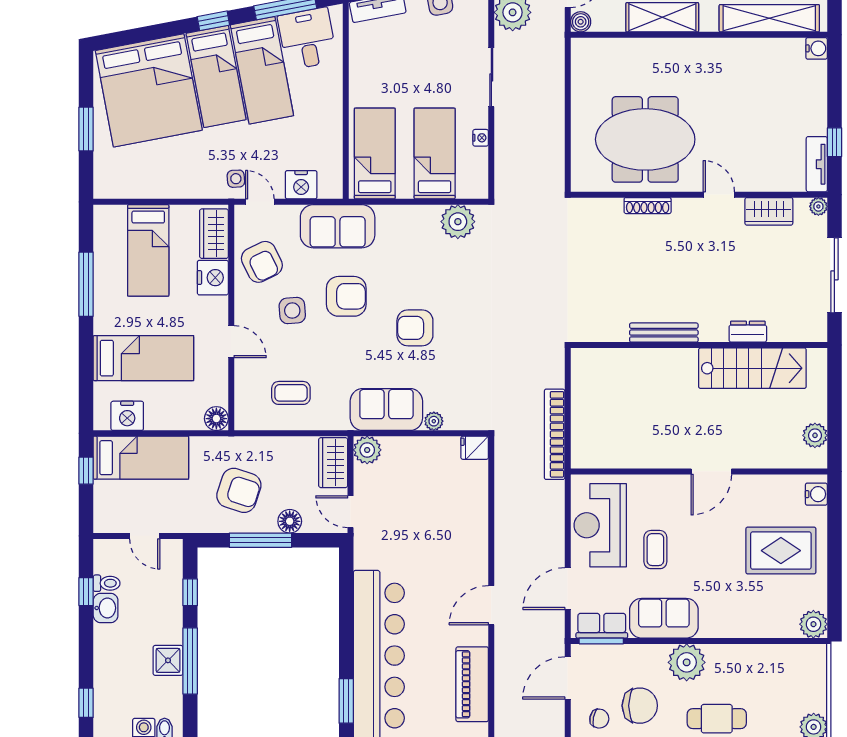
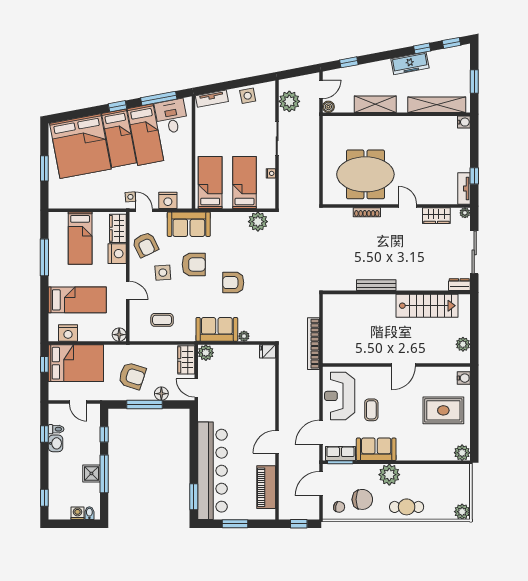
dresser: (748, 332) -> (459, 285), moved
bed: (141, 458) -> (76, 363), width x1.50

